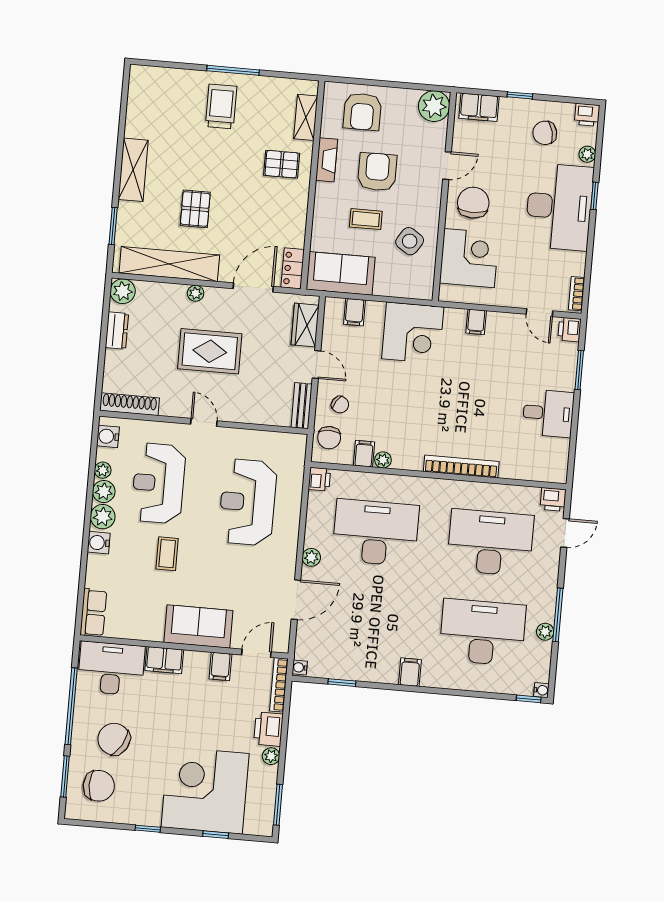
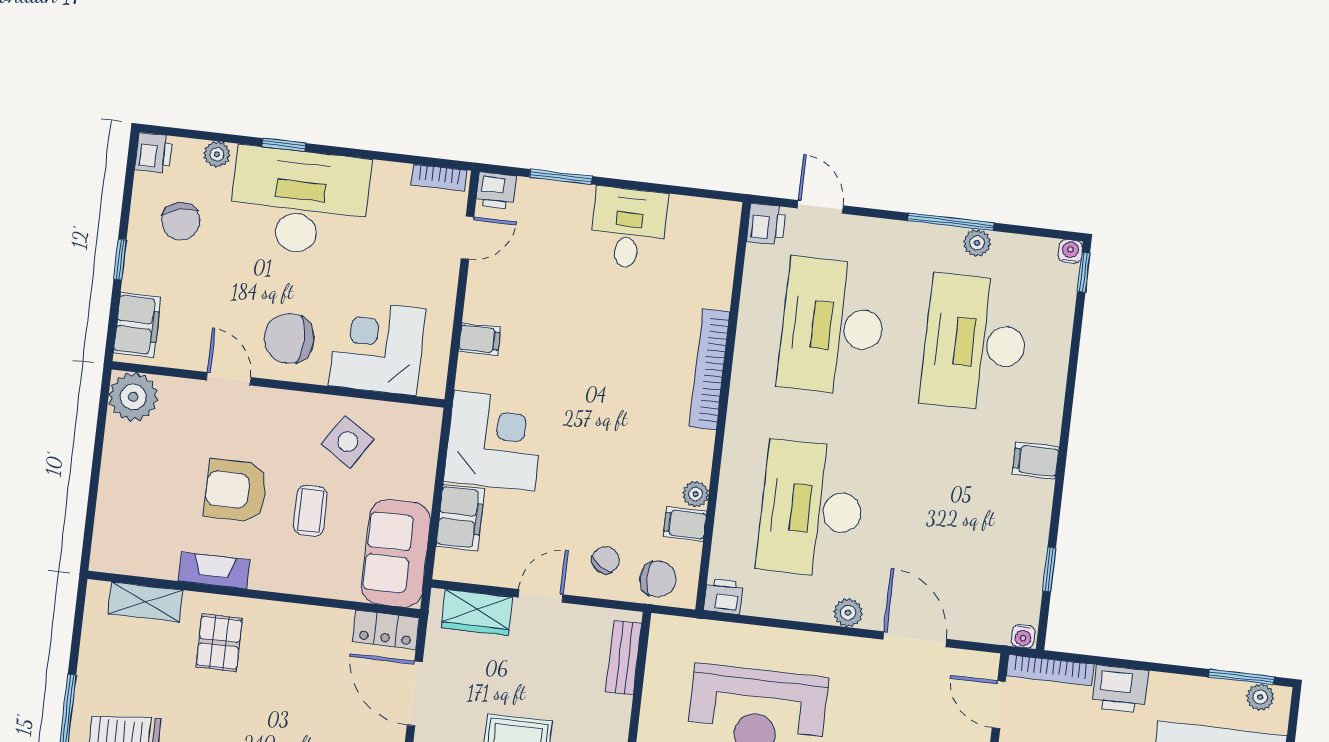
armchair: (362, 112) -> (139, 511), removed
filing cabinet: (354, 312) -> (460, 517), width x2.00
bench: (302, 406) -> (624, 658), moved, turned 90
plant: (271, 756) -> (1260, 697), moved

